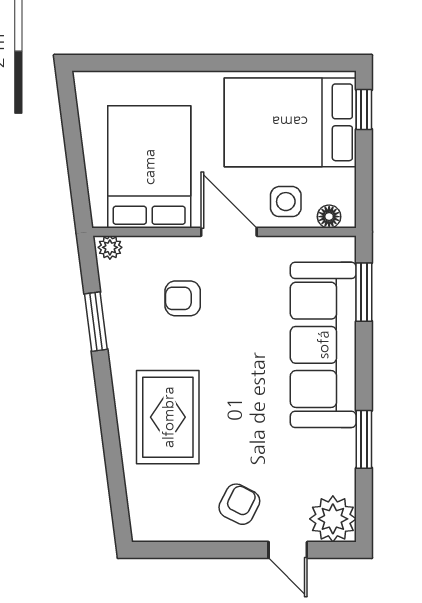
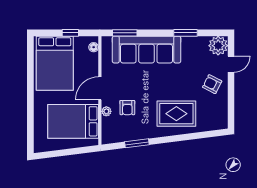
window: (364, 110) -> (70, 33), moved
side table: (286, 202) -> (87, 65), removed
plant: (110, 247) -> (106, 111), moved

